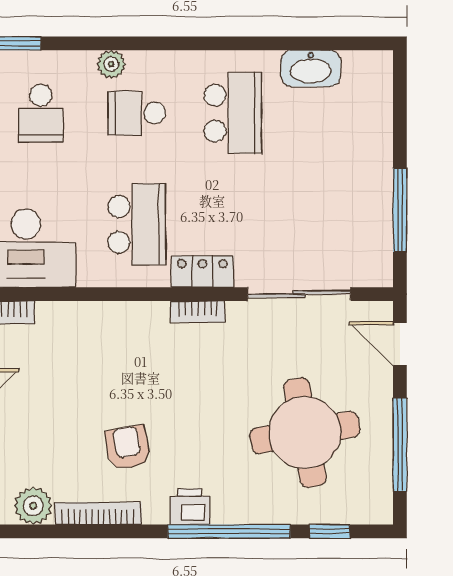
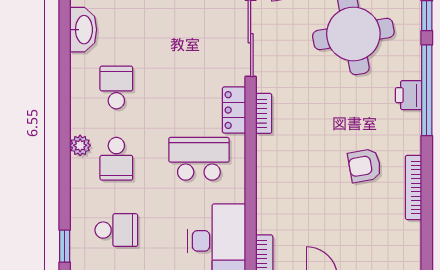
plant: (111, 64) -> (80, 145), moved
school desk: (233, 113) -> (116, 87), width x0.54
plant: (33, 506) -> (408, 236), removed
printer: (190, 507) -> (409, 95), moved

